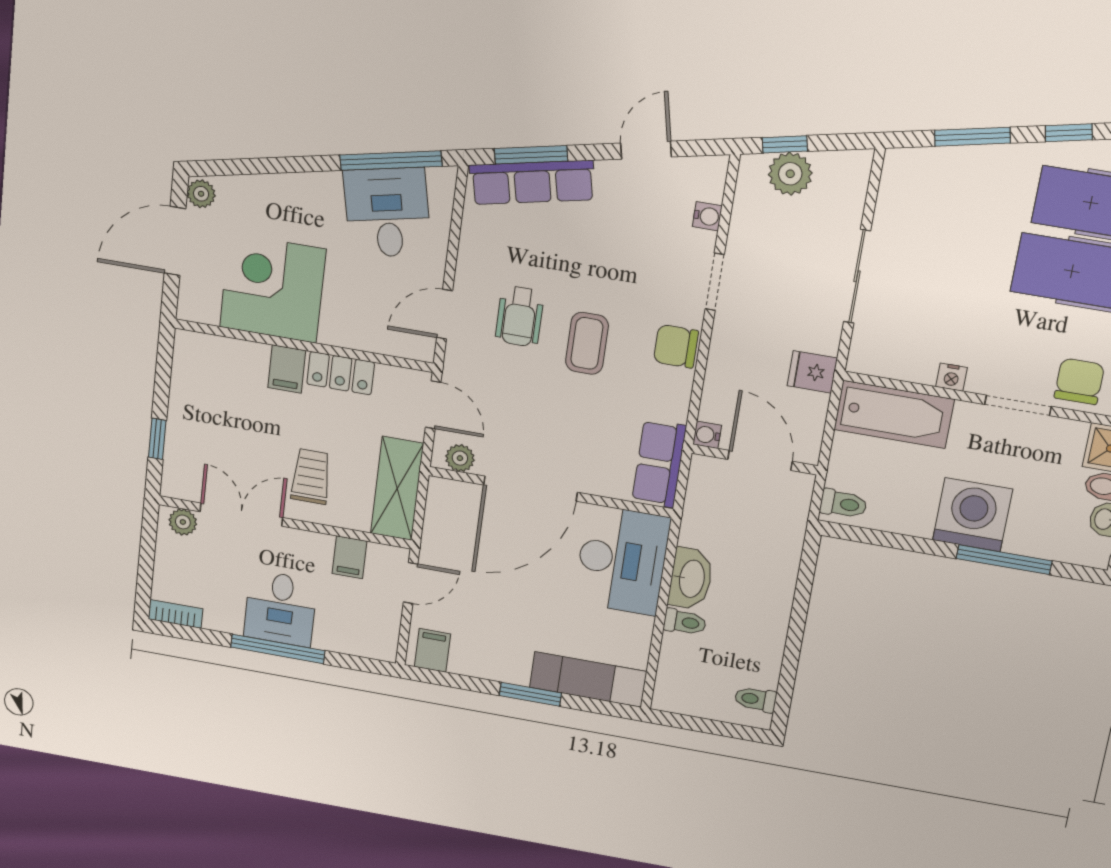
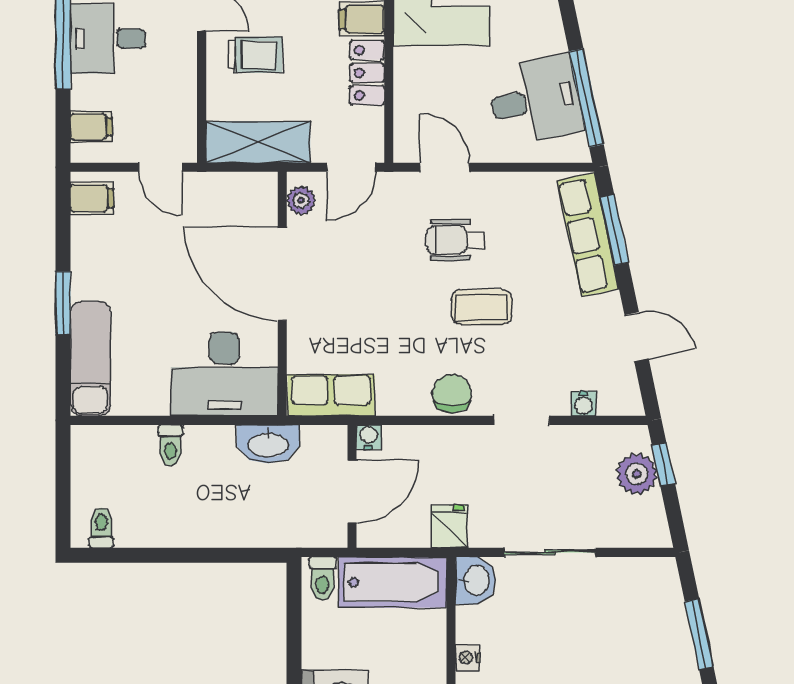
coffee table: (587, 343) -> (482, 307), moved
washbasin: (873, 356) -> (475, 580), added
bathtub: (894, 414) -> (393, 582), moved, turned -90
filing cabinet: (350, 557) -> (91, 127), moved, turned 180
washbasin: (691, 579) -> (268, 444), moved

